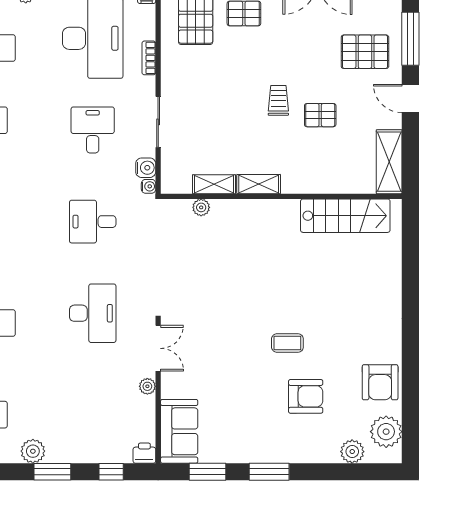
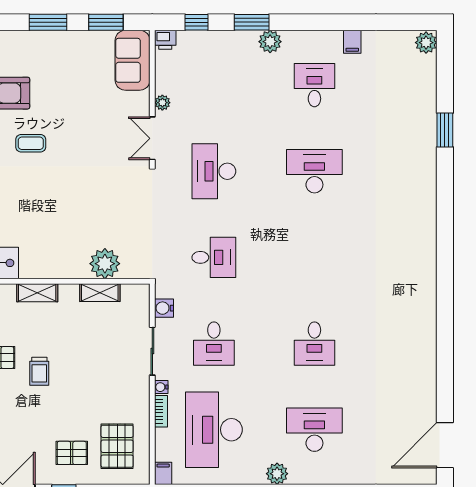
shelving: (259, 184) -> (37, 293), moved
water cooler: (149, 186) -> (161, 387), moved
plant: (201, 207) -> (105, 264), width x1.88, depth x1.88

